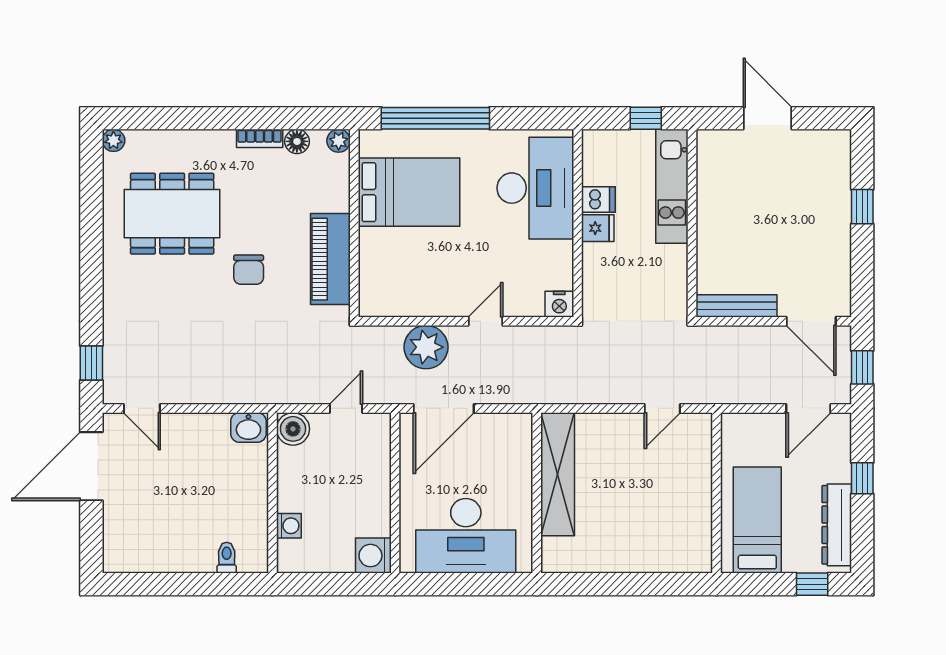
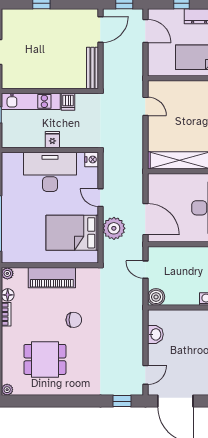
desk: (535, 188) -> (50, 172), moved
bed: (409, 192) -> (72, 233), moved, turned -90
dishwasher: (598, 200) -> (68, 102), moved, turned 180
dining table: (172, 214) -> (45, 359), width x0.73
piano: (330, 259) -> (52, 278), moved
washbasin: (248, 427) -> (155, 334), moved

